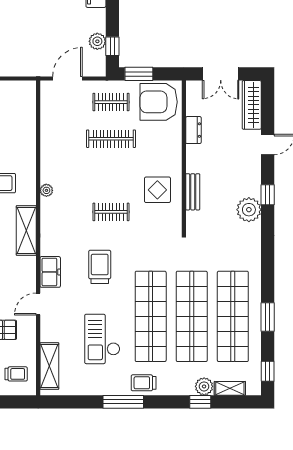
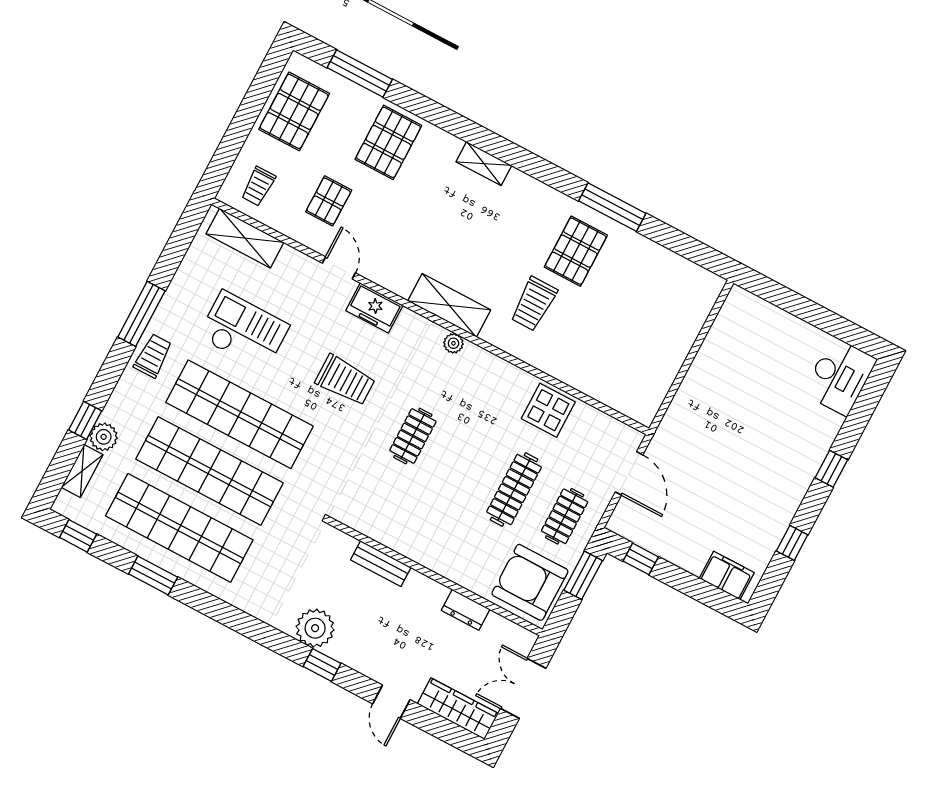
plant: (97, 41) -> (659, 542), removed
armchair: (159, 102) -> (530, 582), turned -90
plant: (46, 190) -> (453, 343), moved
display table: (157, 190) -> (548, 410), moved

